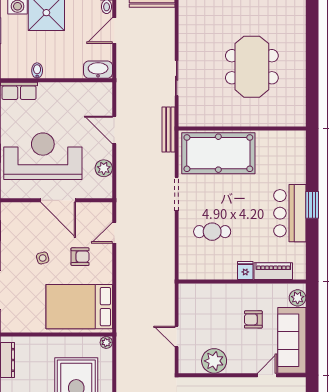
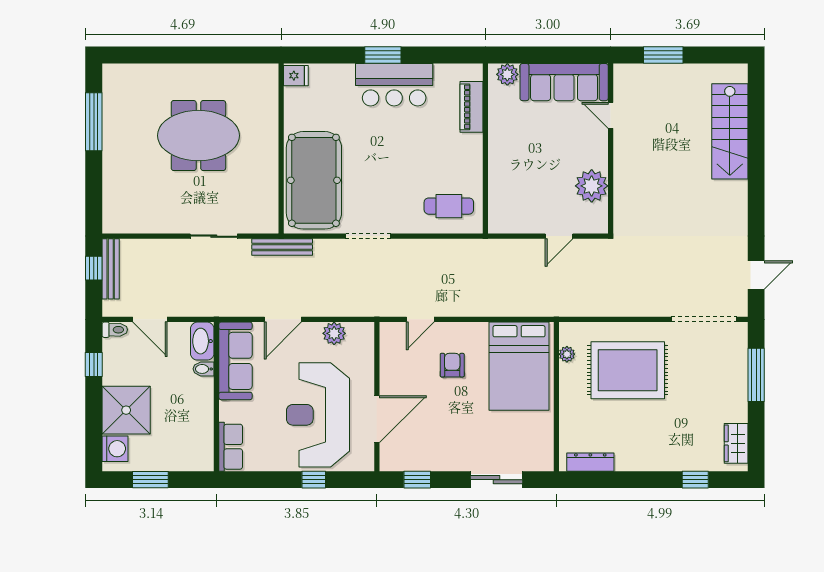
bidet: (37, 71) -> (203, 369), moved
sofa: (83, 94) -> (235, 361), added
door: (58, 200) -> (377, 419), moved
cafe table: (212, 232) -> (449, 206), moved, turned 90
door: (114, 233) -> (420, 319), hinge flipped
side table: (43, 258) -> (454, 415), removed
fridge: (245, 270) -> (296, 76), moved, turned 180
armchair: (253, 319) -> (536, 134), removed
plant: (106, 342) -> (567, 354), moved

